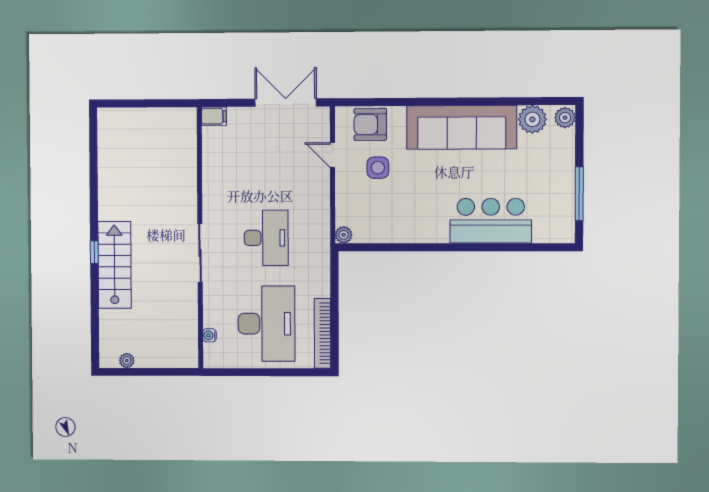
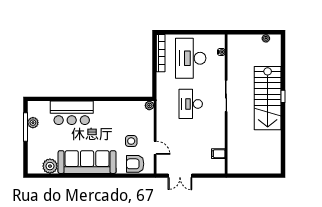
double door: (286, 103) -> (180, 176), width x0.73
filing cabinet: (214, 116) -> (218, 154), moved
plant: (565, 118) -> (33, 123), moved
armchair: (370, 124) -> (135, 164), turned 180
stairs: (115, 265) -> (268, 98), width x1.36, depth x1.51

